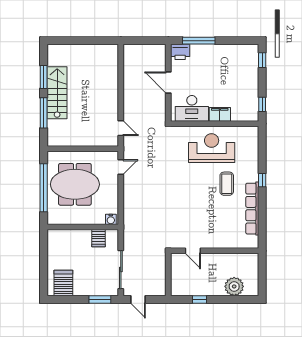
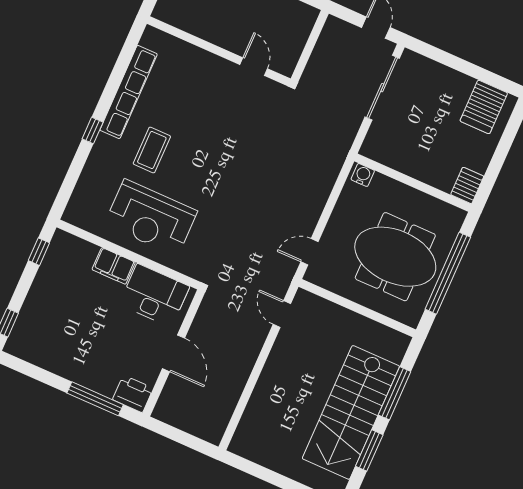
stairs: (57, 93) -> (351, 412), width x1.36, depth x1.51
server rack: (99, 238) -> (467, 185), moved
window: (100, 299) -> (437, 55), removed

